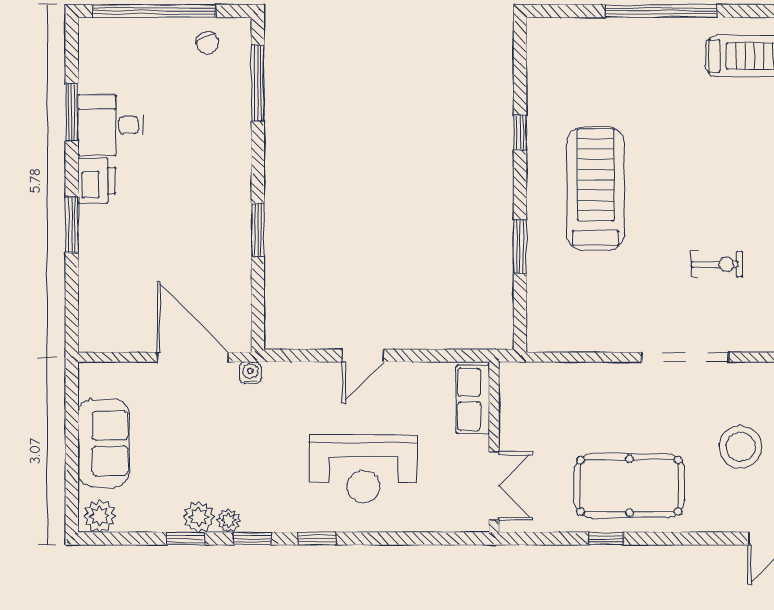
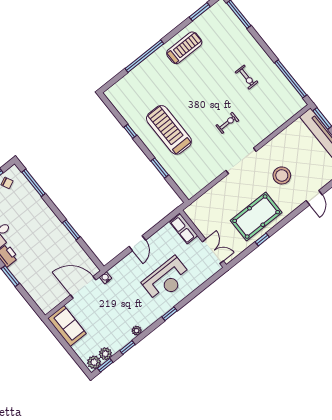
sofa: (103, 443) -> (67, 326), moved
plant: (199, 517) -> (105, 354), moved
window: (252, 539) -> (105, 365), moved

